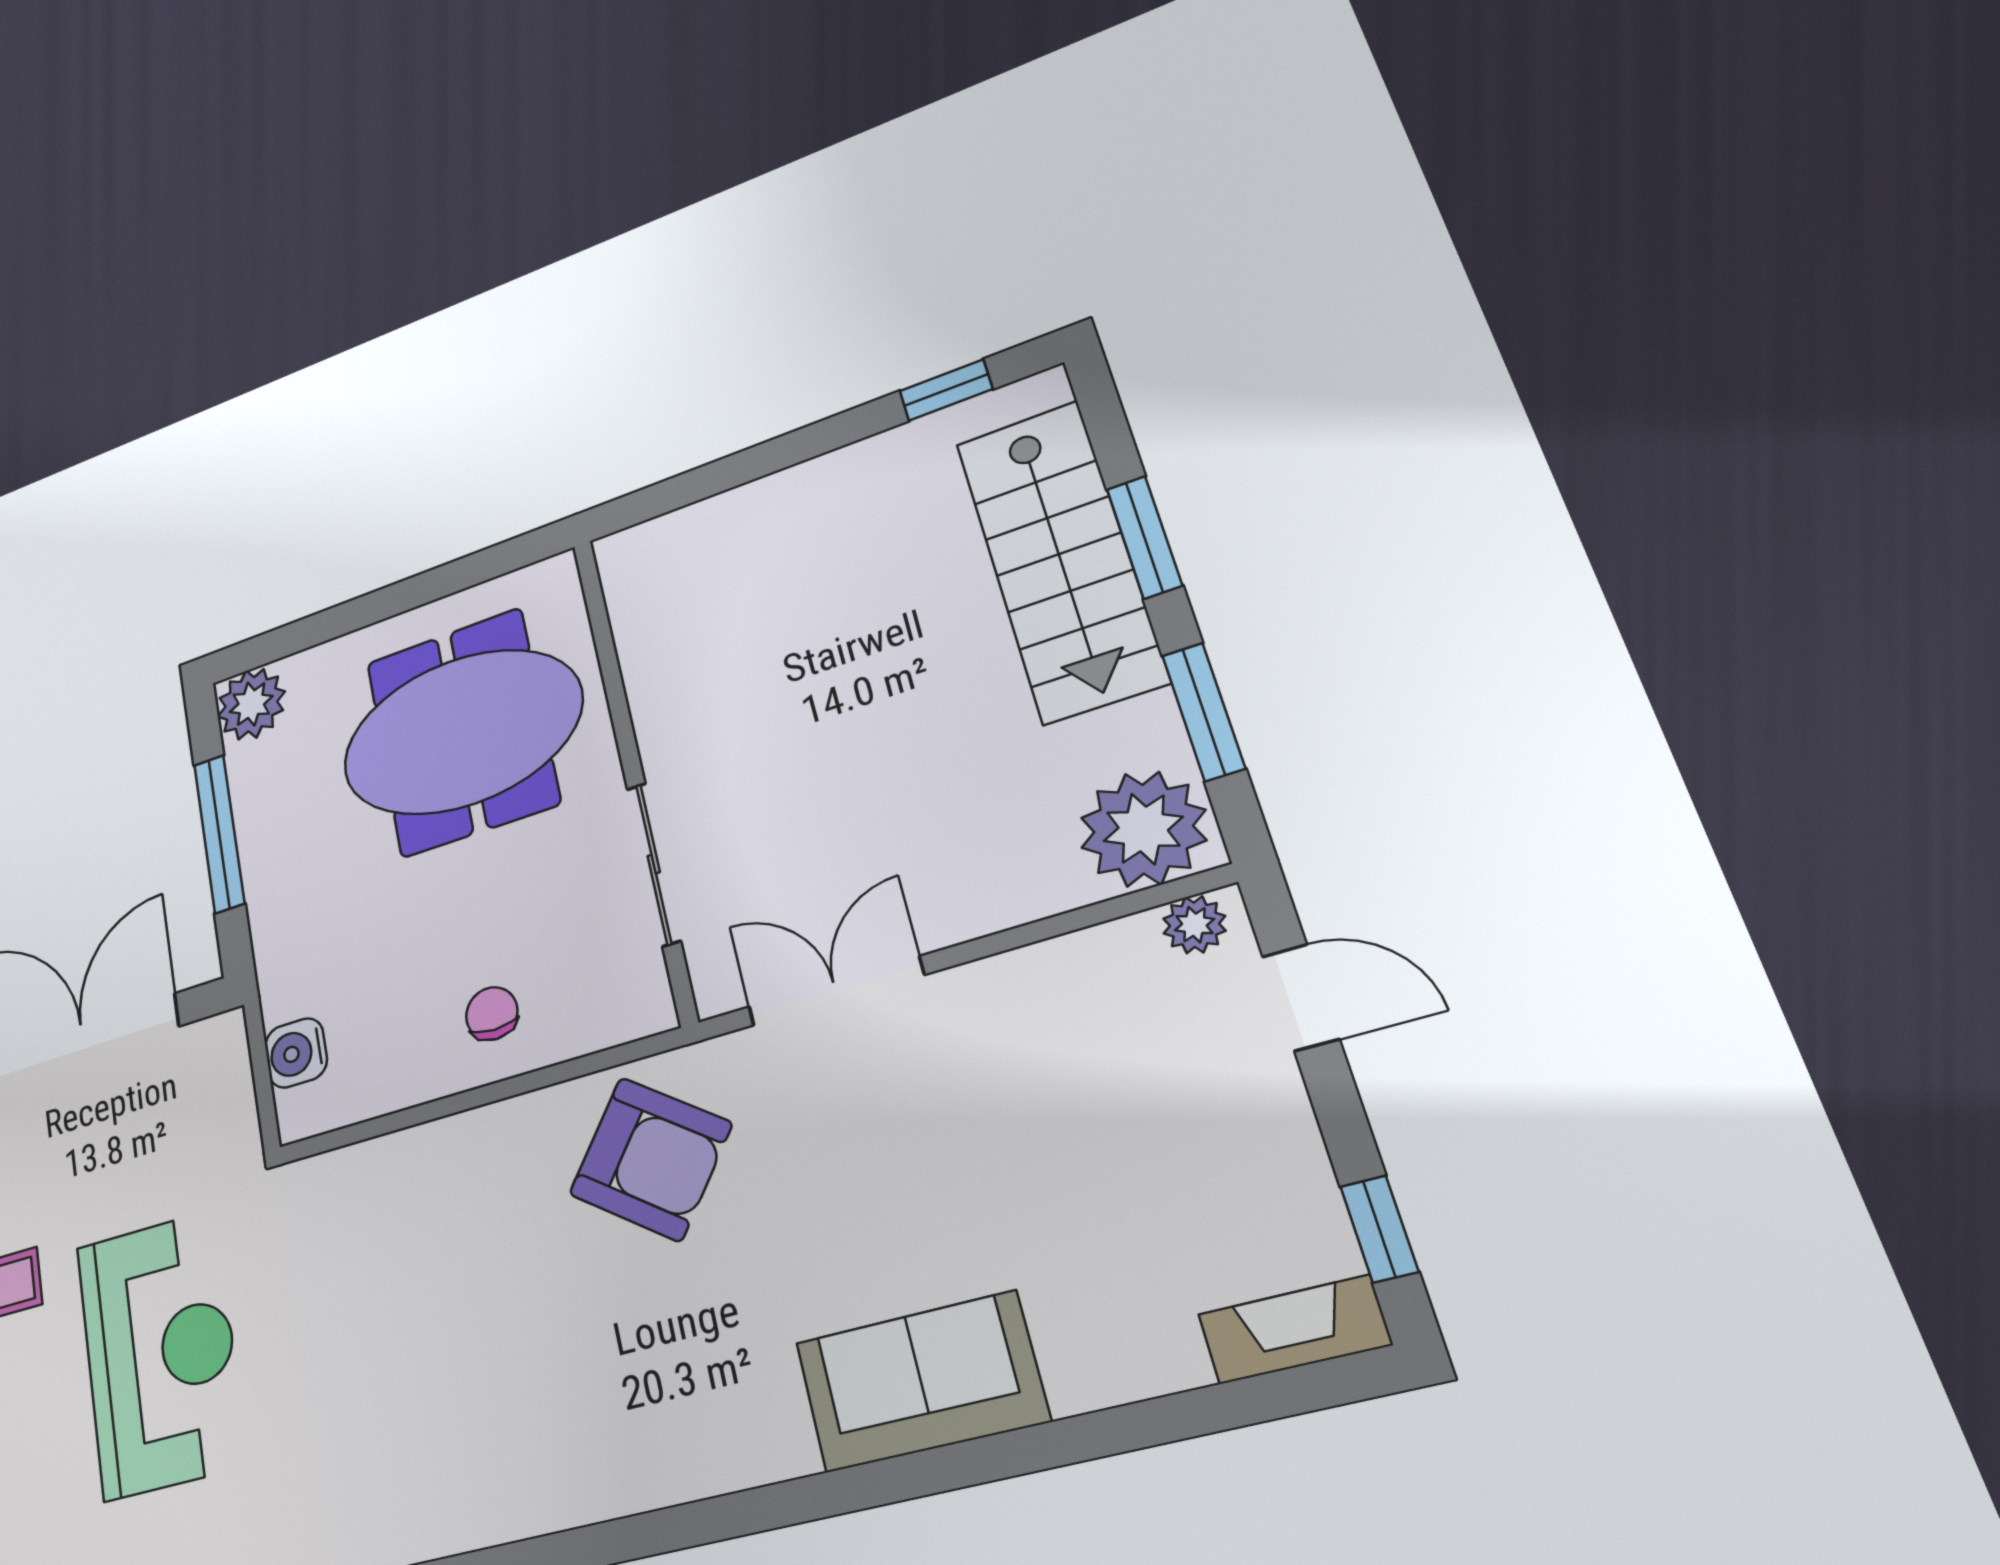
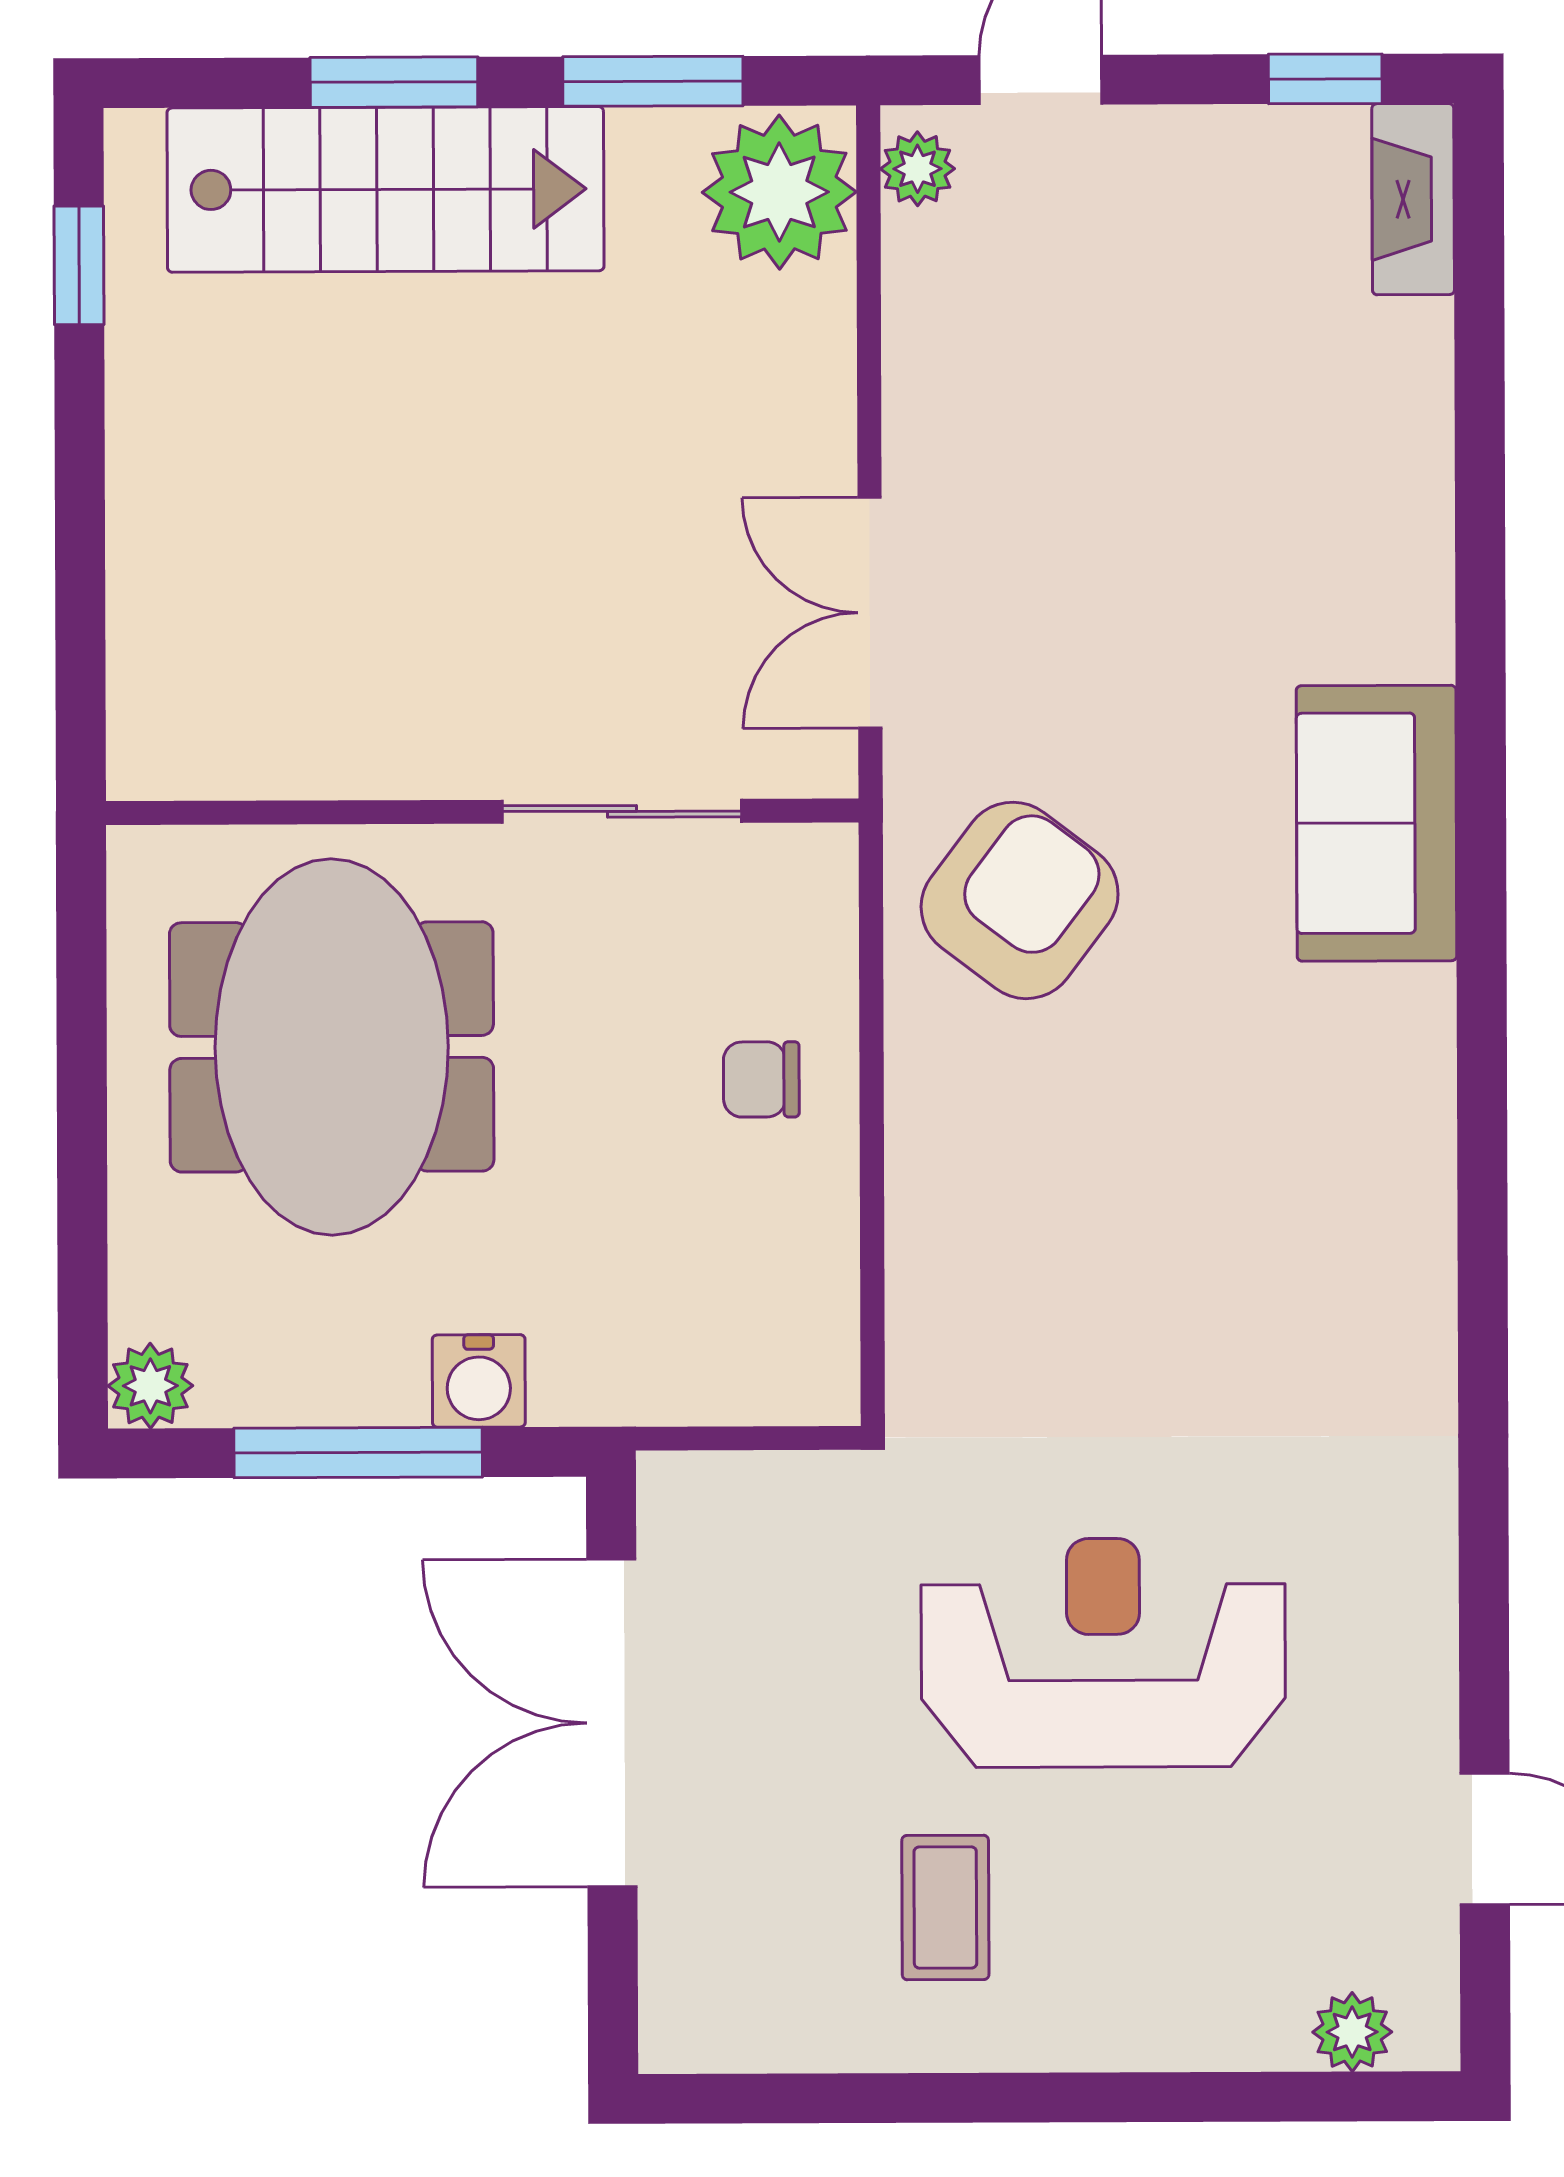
plant: (251, 704) -> (150, 1386), width x0.73, depth x0.73
water cooler: (296, 1053) -> (479, 1381), moved
sofa: (921, 1382) -> (1377, 823), moved

